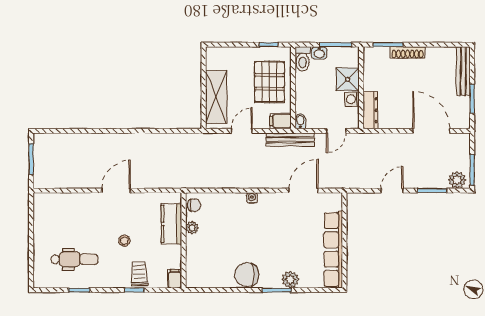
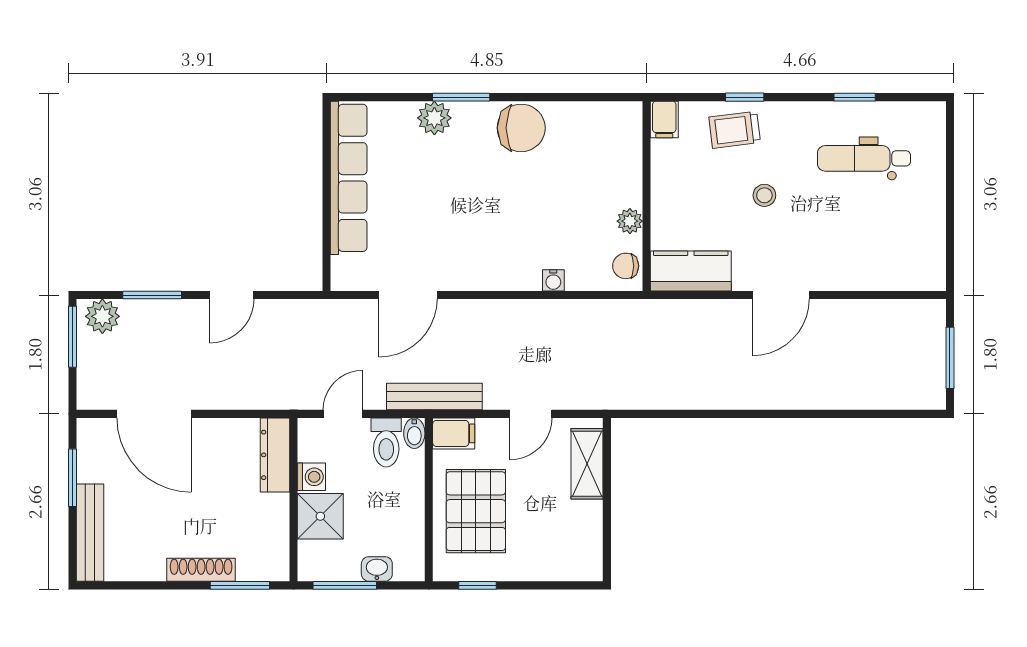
toilet: (303, 59) -> (386, 442), moved, turned 180
shelving: (216, 97) -> (587, 464), width x0.67, depth x0.75
water cooler: (252, 198) -> (553, 280), moved
kitchen counter: (171, 224) -> (691, 271), moved, turned -90
trolley: (139, 274) -> (735, 130), turned 85

